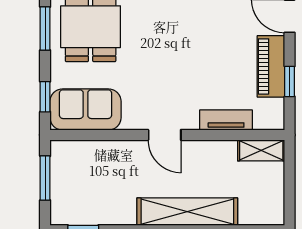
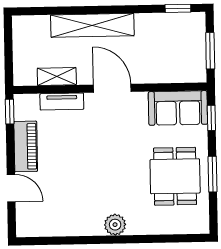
window: (290, 81) -> (10, 112), moved
door: (165, 135) -> (112, 88), width x1.38
shelving: (261, 150) -> (57, 77), moved

